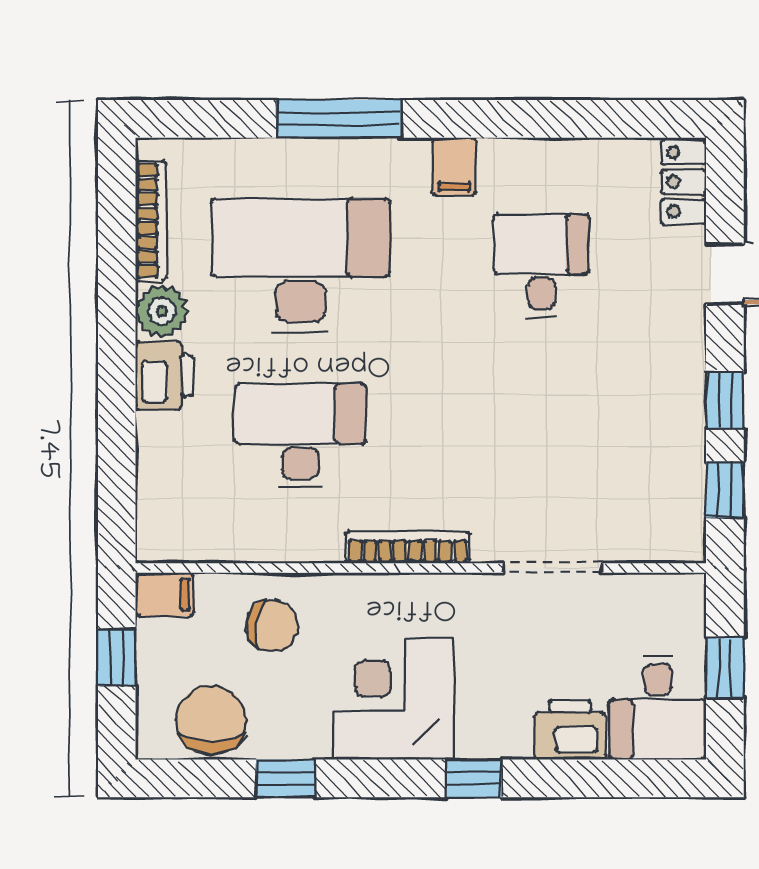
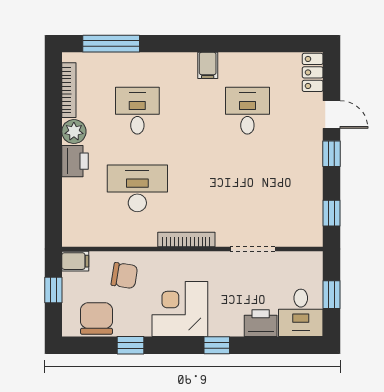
window: (339, 119) -> (111, 44), moved
desk: (300, 266) -> (137, 111), width x0.53, depth x0.77
window: (725, 400) -> (331, 154), moved

